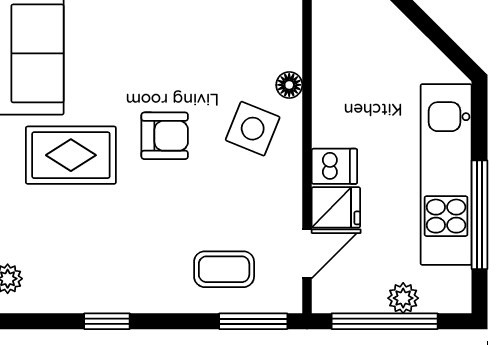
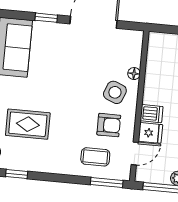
armchair: (165, 136) -> (109, 125), moved
rug: (71, 155) -> (28, 124), moved
window: (107, 321) -> (17, 174), moved

